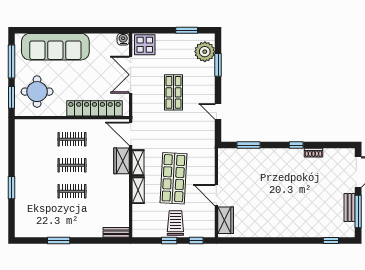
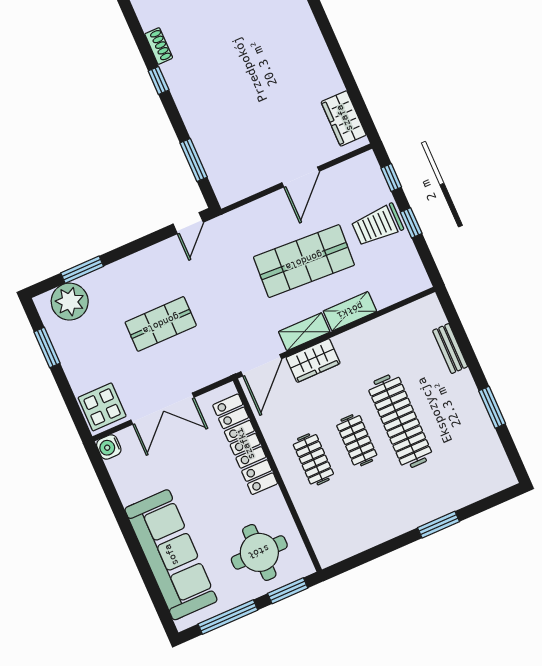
door: (218, 111) -> (188, 223), moved
clothes rail: (72, 191) -> (400, 421), width x1.86, depth x1.31
wardrobe: (226, 220) -> (344, 118), moved, turned -90
bench: (116, 232) -> (450, 349), moved

